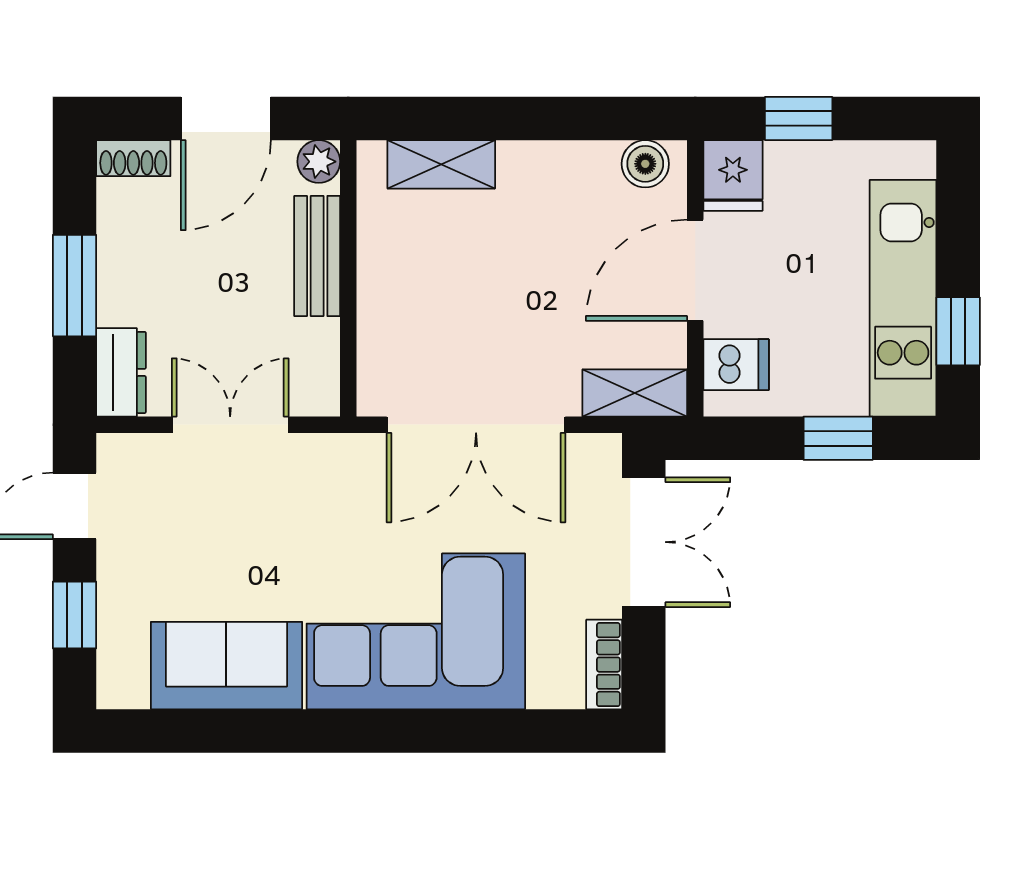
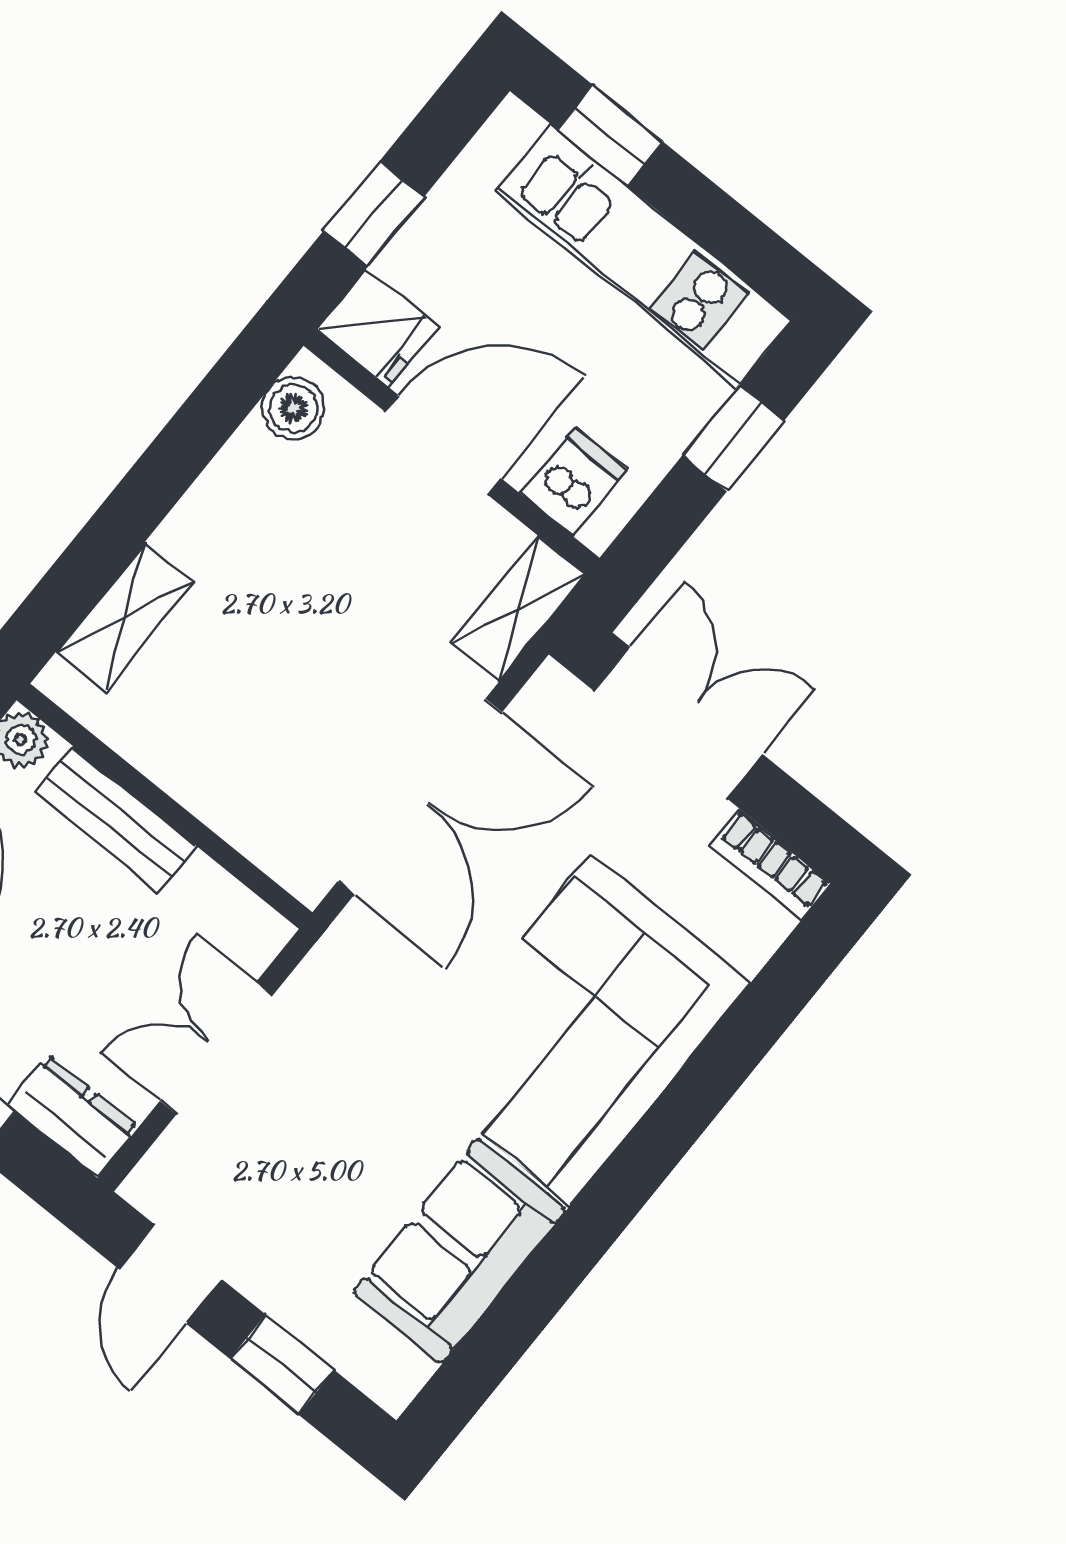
door: (695, 270) -> (443, 445), swing flipped
window: (958, 331) -> (610, 135), moved

